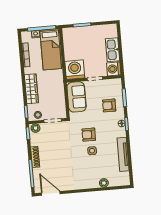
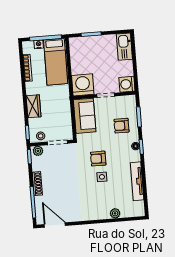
kitchen sink: (113, 50) -> (124, 47), moved
wardrobe: (31, 89) -> (34, 106), width x0.67

